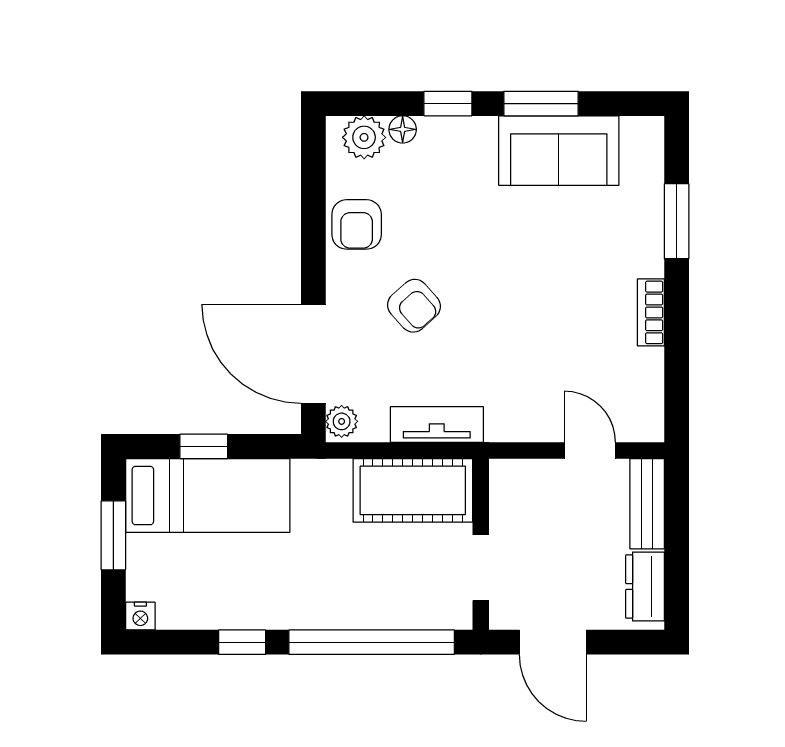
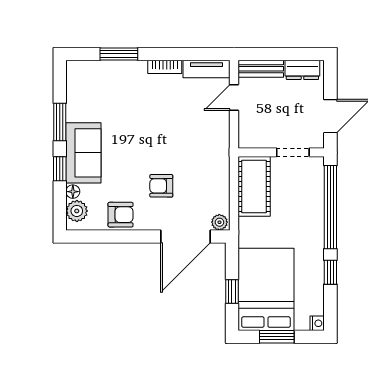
sofa: (559, 151) -> (83, 153), moved
armchair: (414, 306) -> (161, 186), turned -138
tv unit: (437, 424) -> (207, 69), moved, turned -90
bed: (208, 496) -> (266, 289), width x1.50

